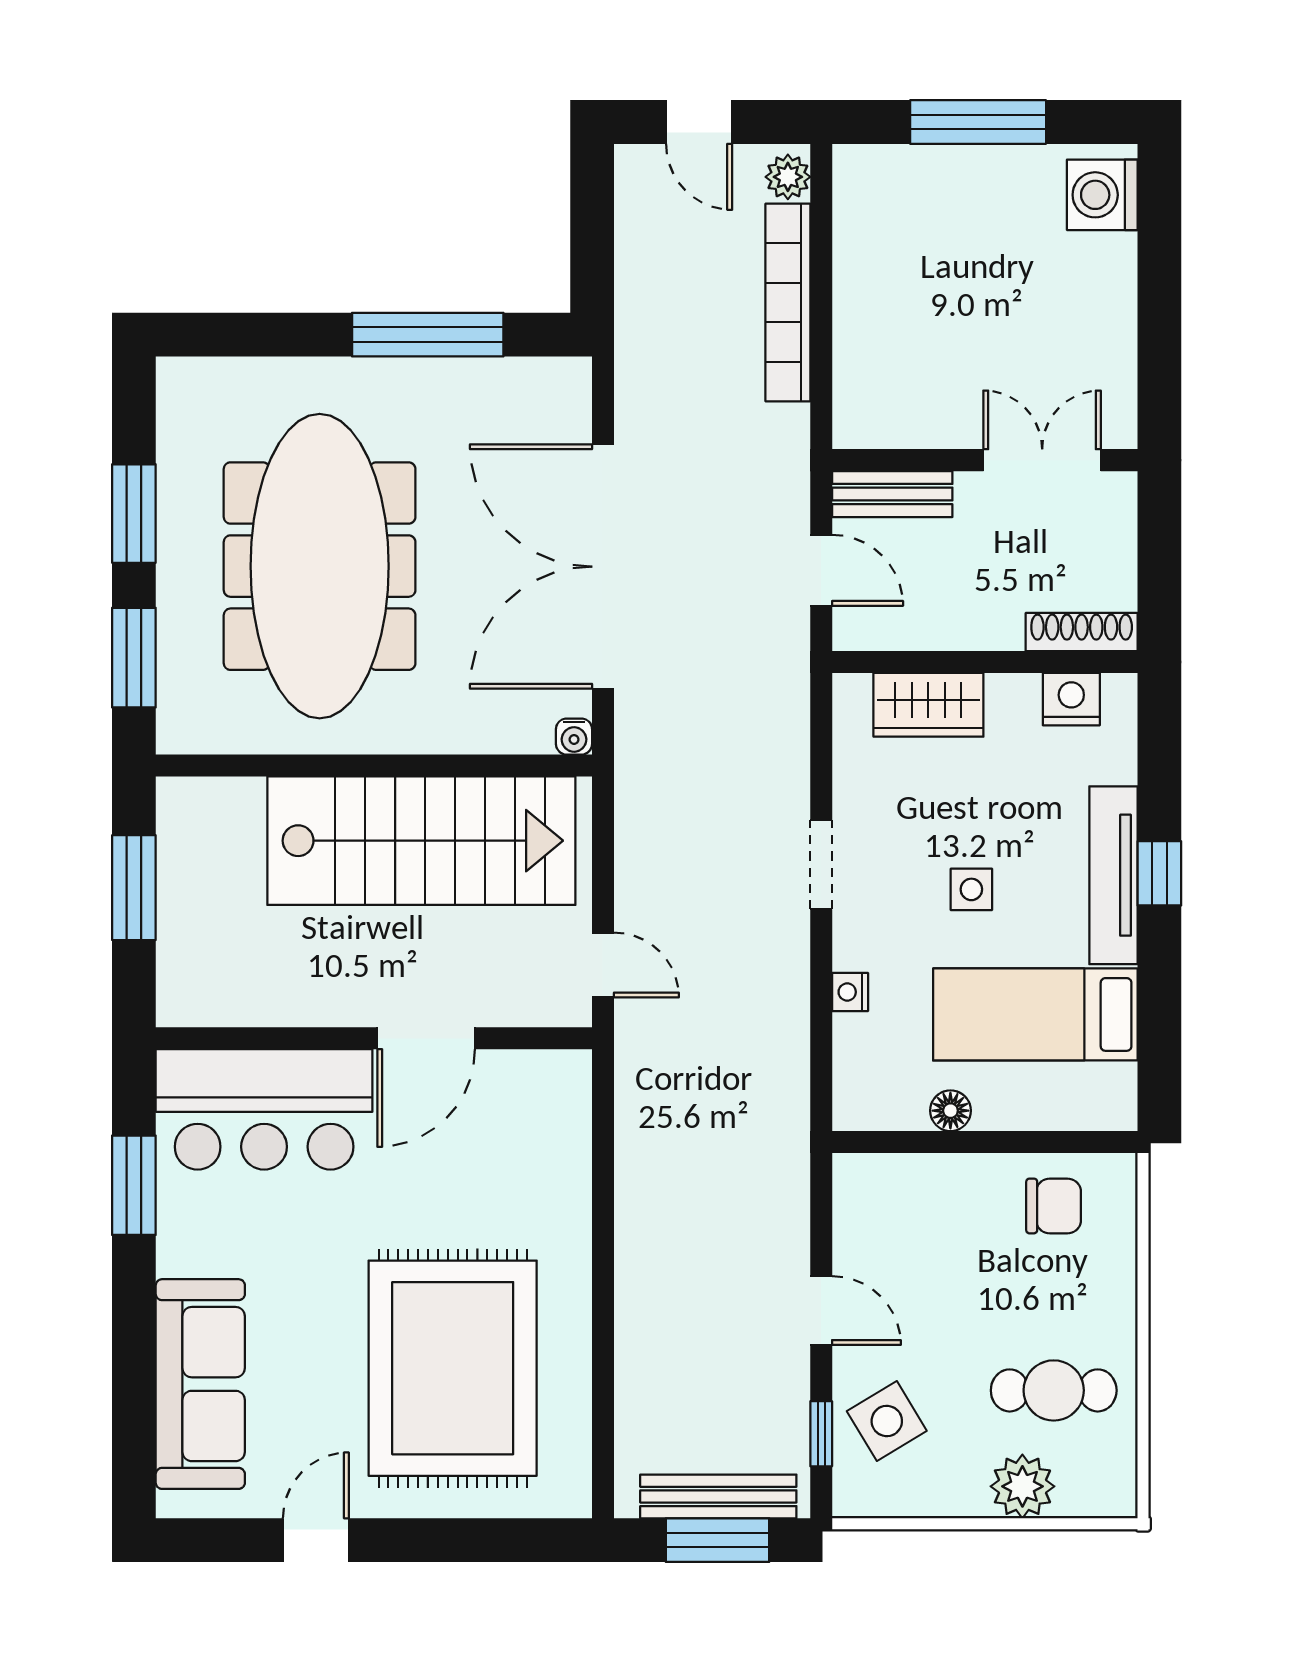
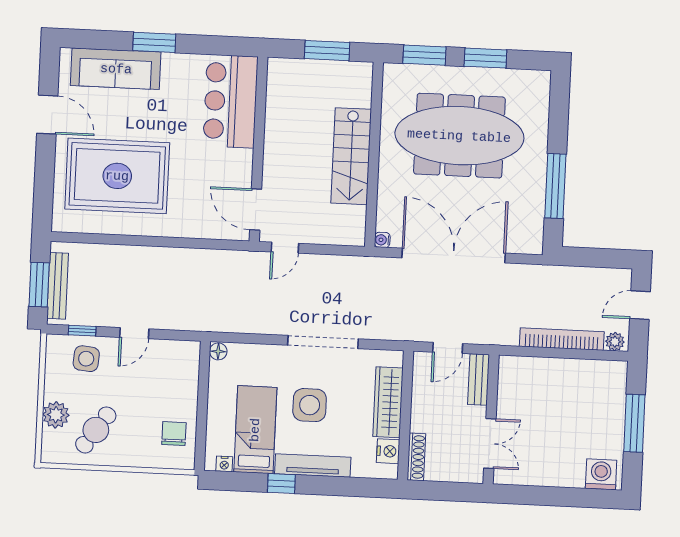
wardrobe: (928, 705) -> (388, 402), width x1.50
stairs: (421, 841) -> (351, 156), width x0.73, depth x0.66
doorway: (821, 865) -> (323, 342), width x1.87
window: (1159, 873) -> (281, 484), moved
side table: (971, 889) -> (310, 405), width x1.87, depth x1.87
nightstand: (850, 992) -> (224, 464), moved, turned 180
door: (426, 1038) -> (256, 210), moved
floor lamp: (950, 1111) -> (218, 351), moved
window: (134, 1185) -> (154, 42), moved
chair: (1054, 1206) -> (174, 434), turned 180
cafe table: (1054, 1390) -> (96, 430), turned 35
side table: (887, 1421) -> (86, 359), turned 36
door: (316, 1540) -> (47, 115), width x1.38

